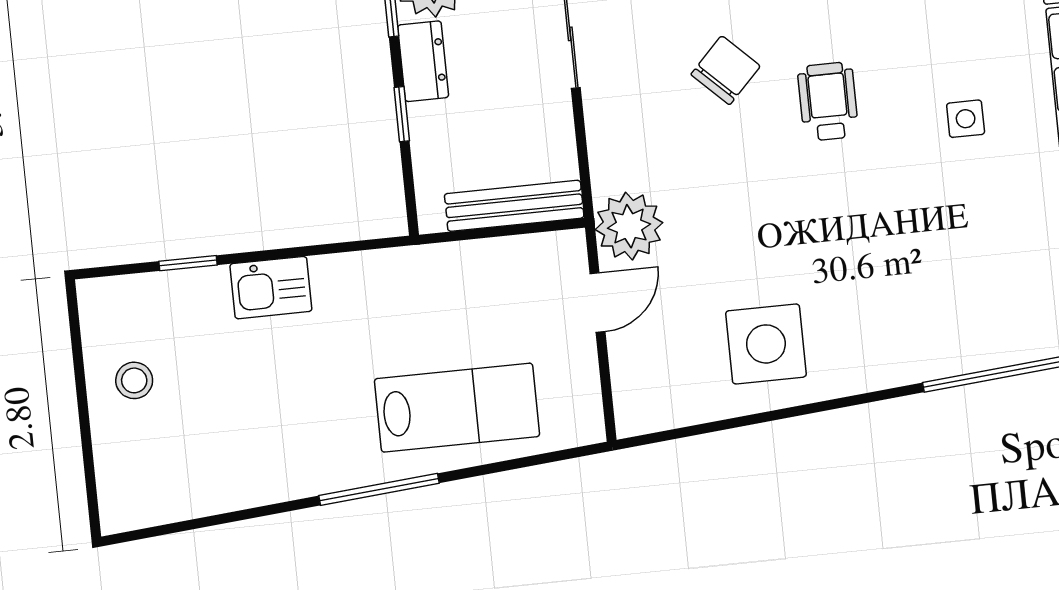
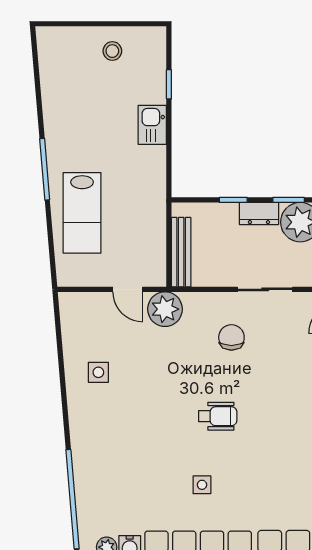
chair: (726, 70) -> (231, 337), moved, turned -134
side table: (766, 344) -> (98, 372), width x0.54, depth x0.54

